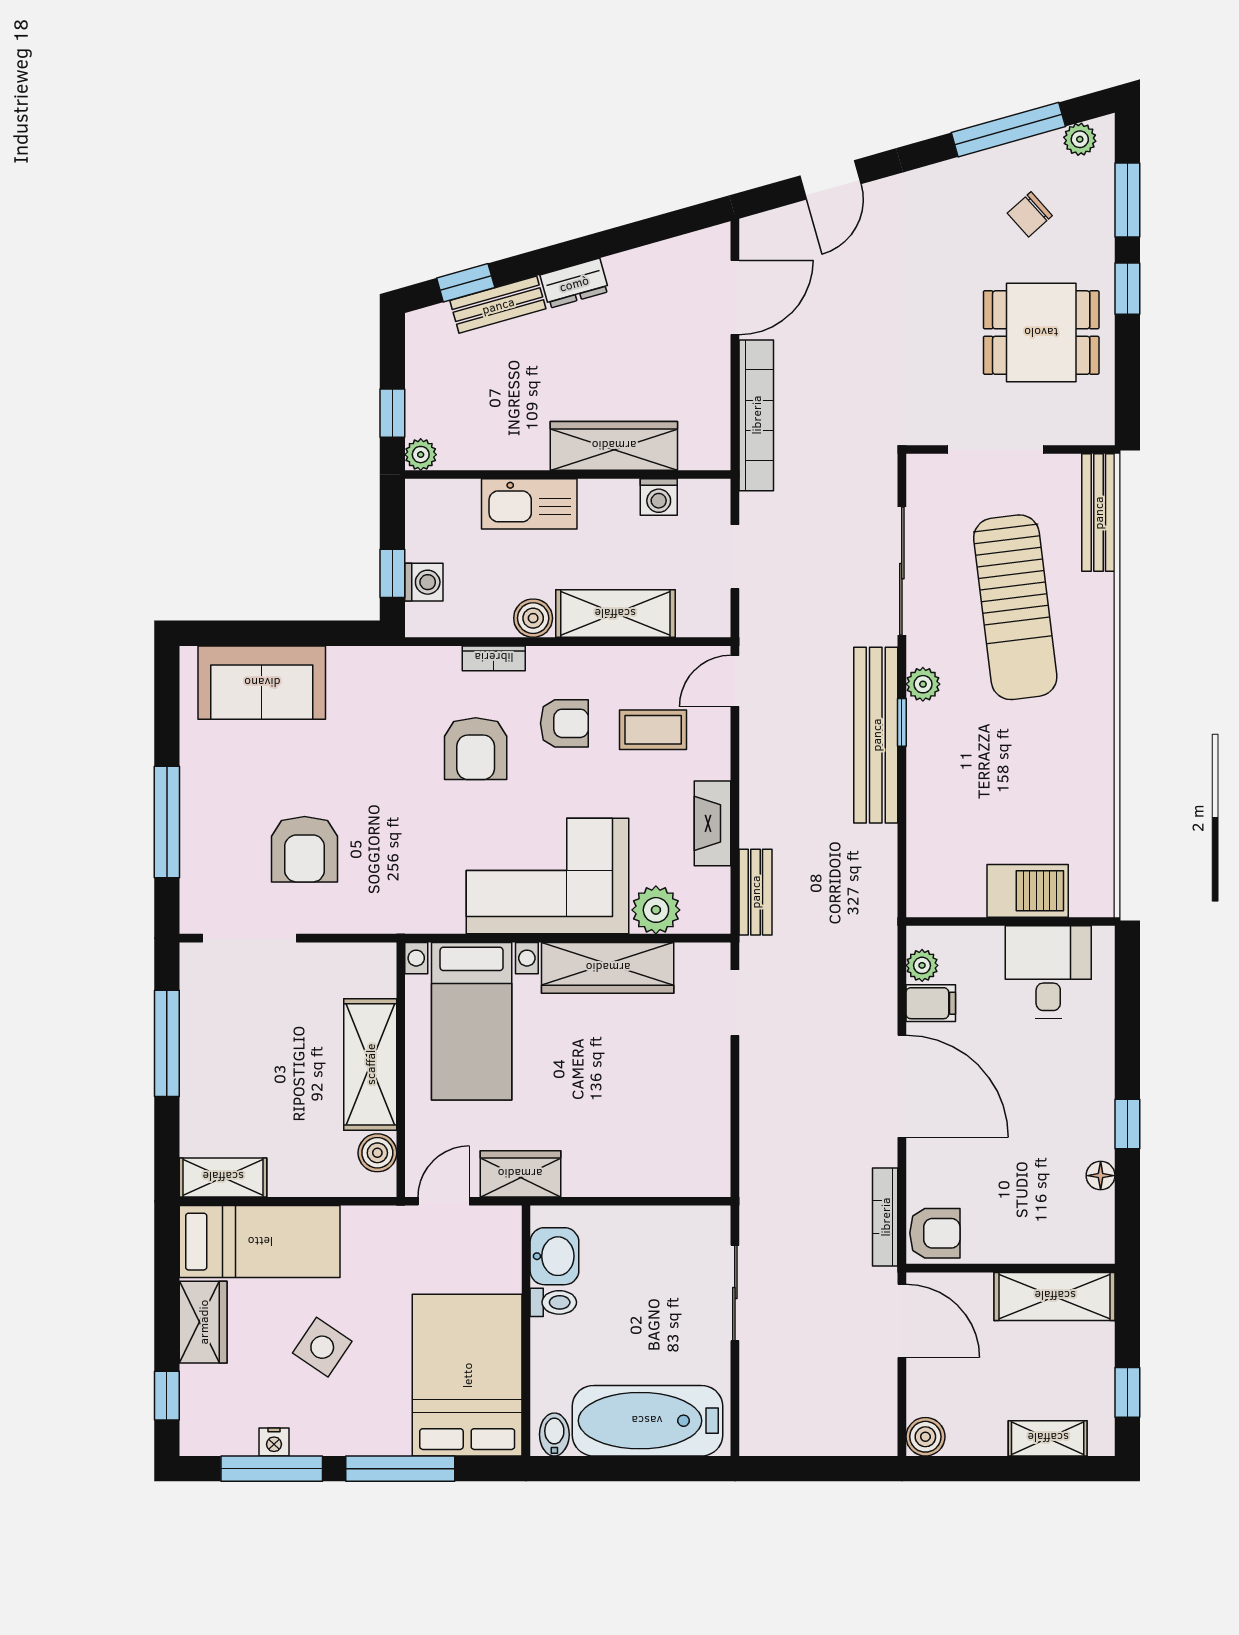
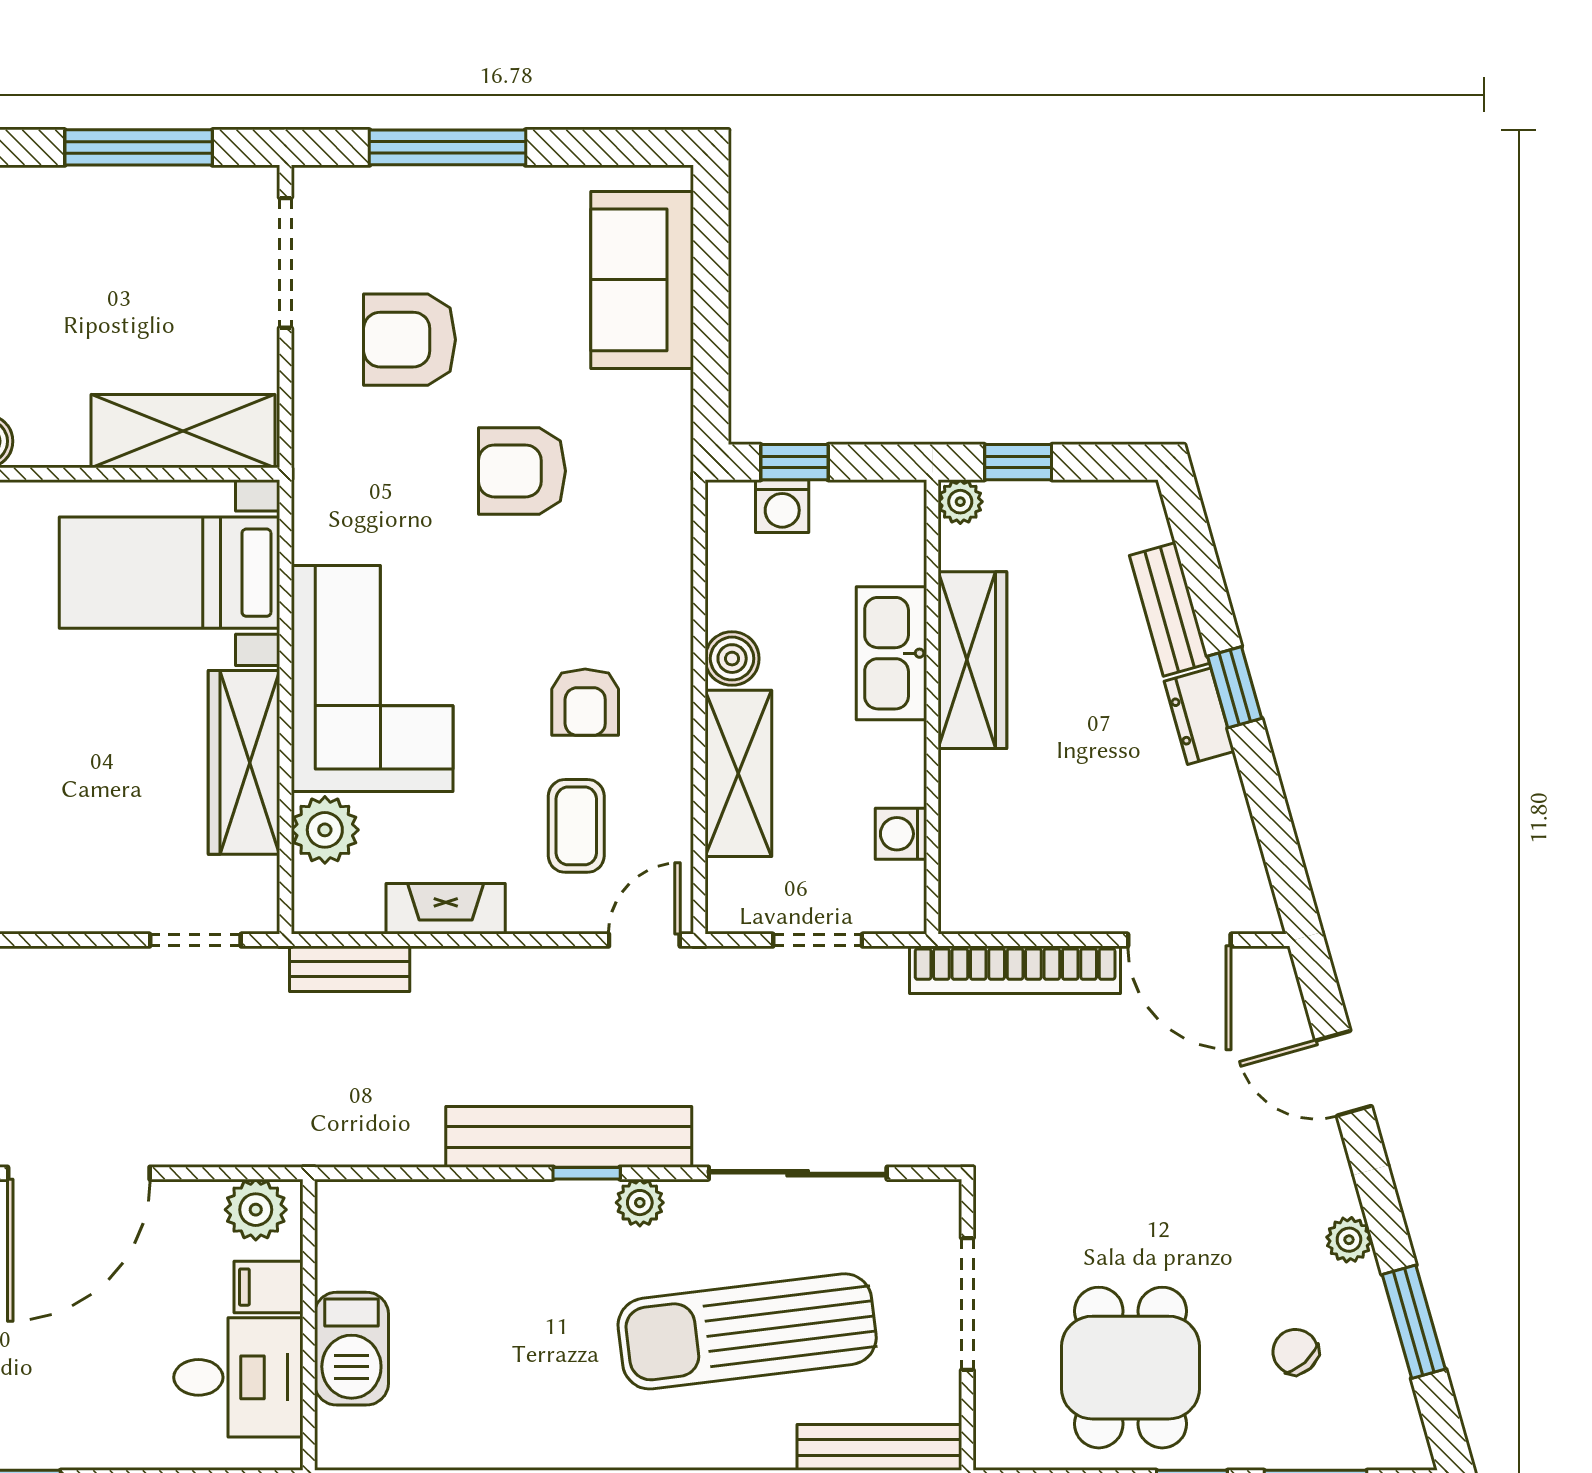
window: (1008, 130) -> (1414, 1322), width x0.69
plant: (1080, 139) -> (1349, 1240), moved
window: (466, 283) -> (1235, 687), moved
wardrobe: (614, 446) -> (972, 660), moved
bookcase: (494, 658) -> (676, 604), removed
door: (735, 681) -> (644, 940), hinge flipped
armchair: (476, 749) -> (522, 471), moved
plant: (922, 965) -> (256, 1210), width x1.38, depth x1.38
filing cabinet: (931, 1003) -> (268, 1287), moved, turned 90
shelving: (370, 1064) -> (183, 431), moved

